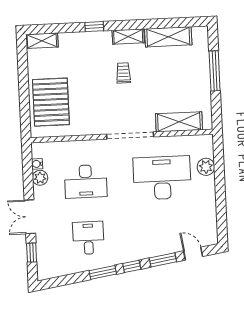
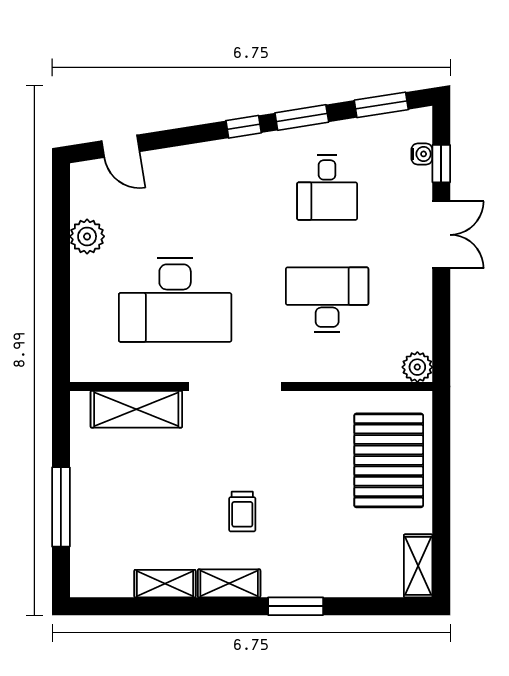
window: (94, 27) -> (296, 606), width x1.50
shelving: (168, 37) -> (165, 584), width x0.67, depth x0.75
shelving: (42, 41) -> (418, 566), moved, turned 90
water cooler: (37, 164) -> (422, 154), moved
plant: (206, 167) -> (87, 236), moved
plant: (40, 178) -> (417, 367), moved
window: (163, 260) -> (381, 105), moved

